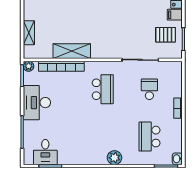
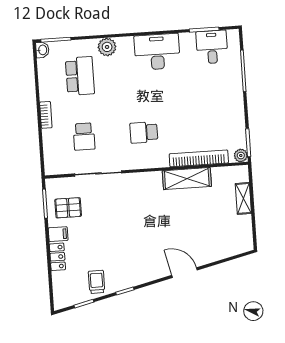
school desk: (103, 89) -> (144, 132), width x0.54
desk: (37, 103) -> (157, 52), moved, turned -90
plant: (114, 158) -> (107, 47), moved

